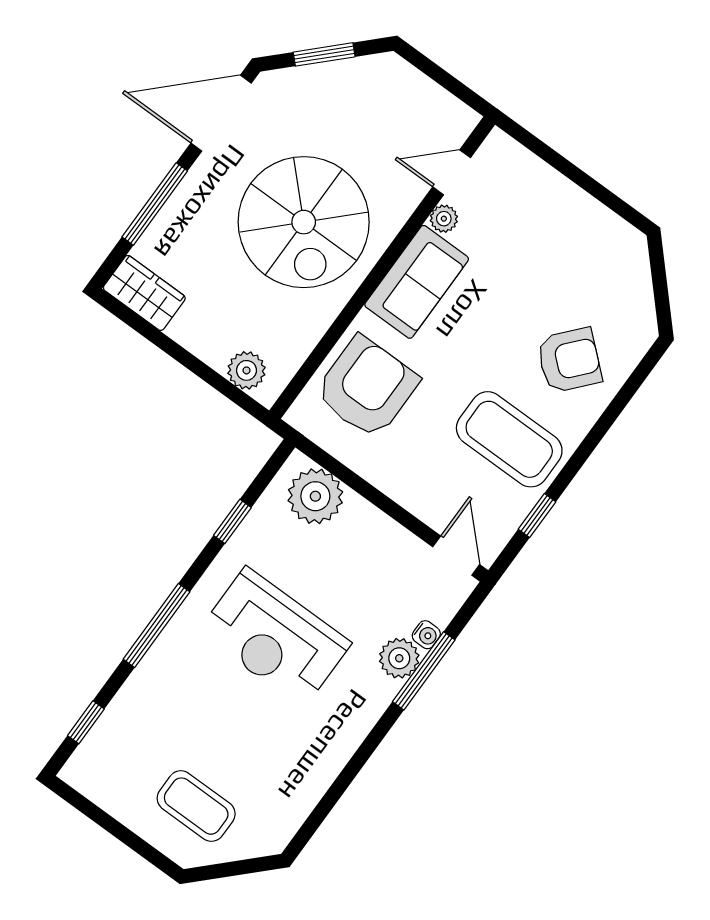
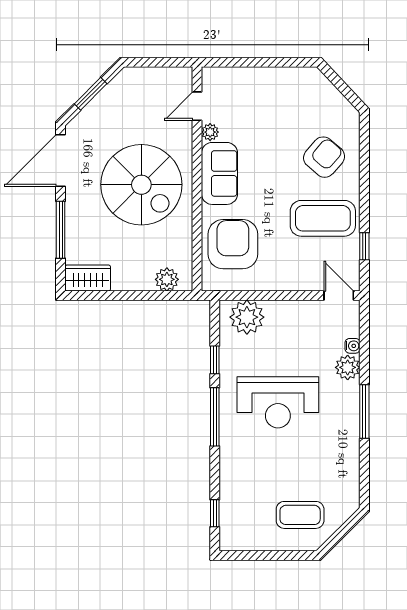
window: (157, 625) -> (215, 417), moved
window: (424, 671) -> (364, 411), moved

